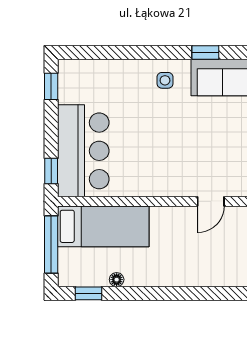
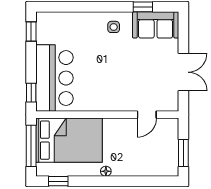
bed: (103, 226) -> (69, 140), width x1.50
floor lamp: (117, 280) -> (106, 171), moved

